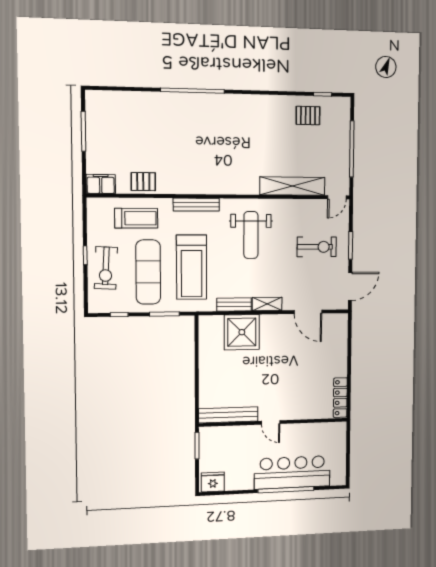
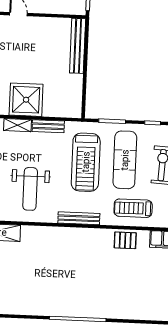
weight bench: (251, 235) -> (30, 189), turned 180
treadmill: (192, 267) -> (86, 162), turned 180
shower: (242, 332) -> (26, 100), moved
bench: (228, 415) -> (78, 46), moved, turned 90

